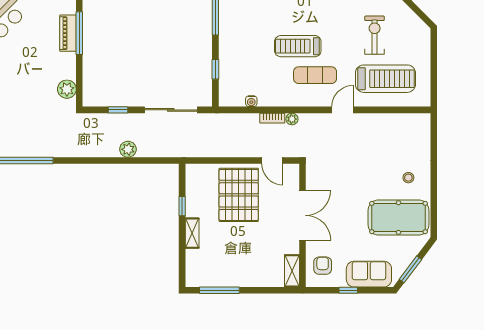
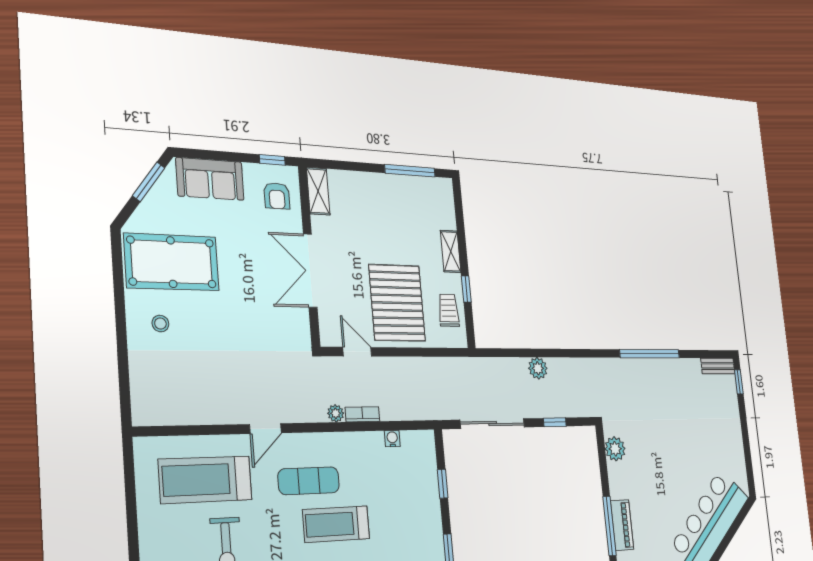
treadmill: (298, 46) -> (336, 524), turned 180
trolley: (198, 190) -> (449, 310), added
window: (348, 290) -> (272, 160), moved

